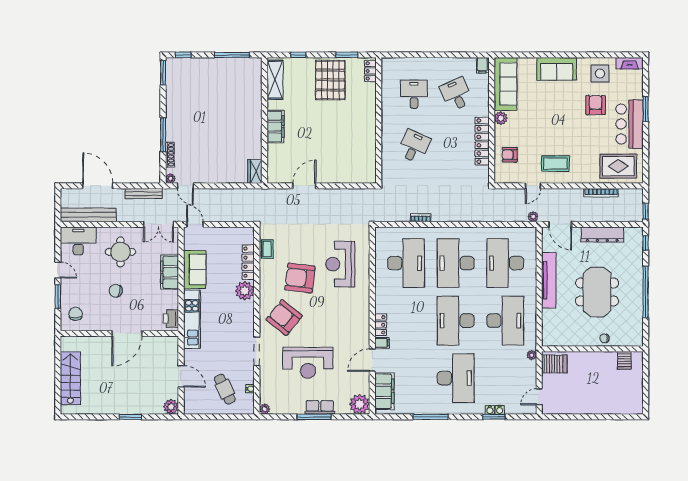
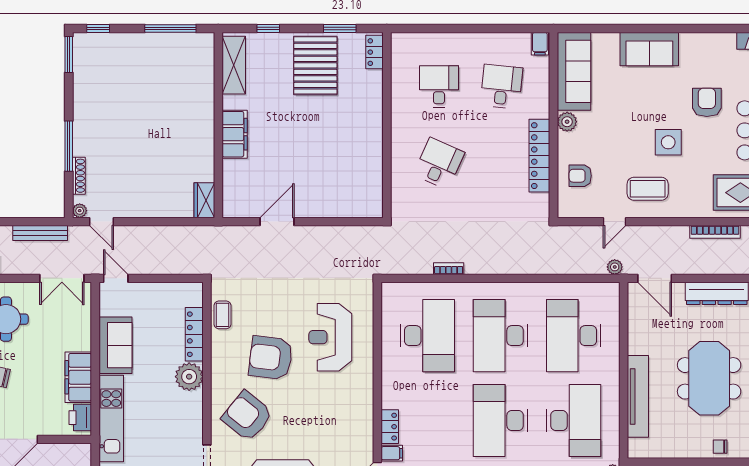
side table: (600, 74) -> (668, 142), moved
desk: (456, 94) -> (501, 87), turned 30
filing cabinet: (170, 272) -> (78, 377), moved
tv unit: (549, 280) -> (638, 396), moved

